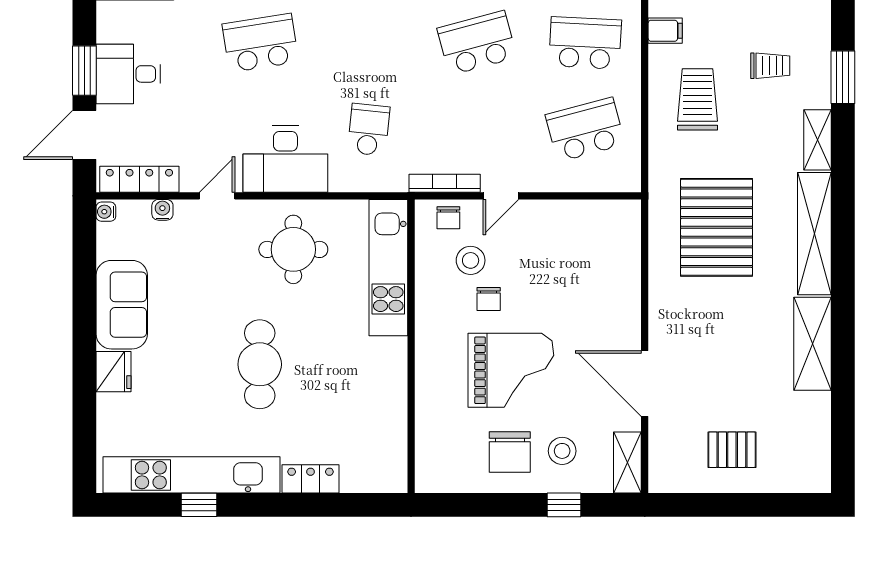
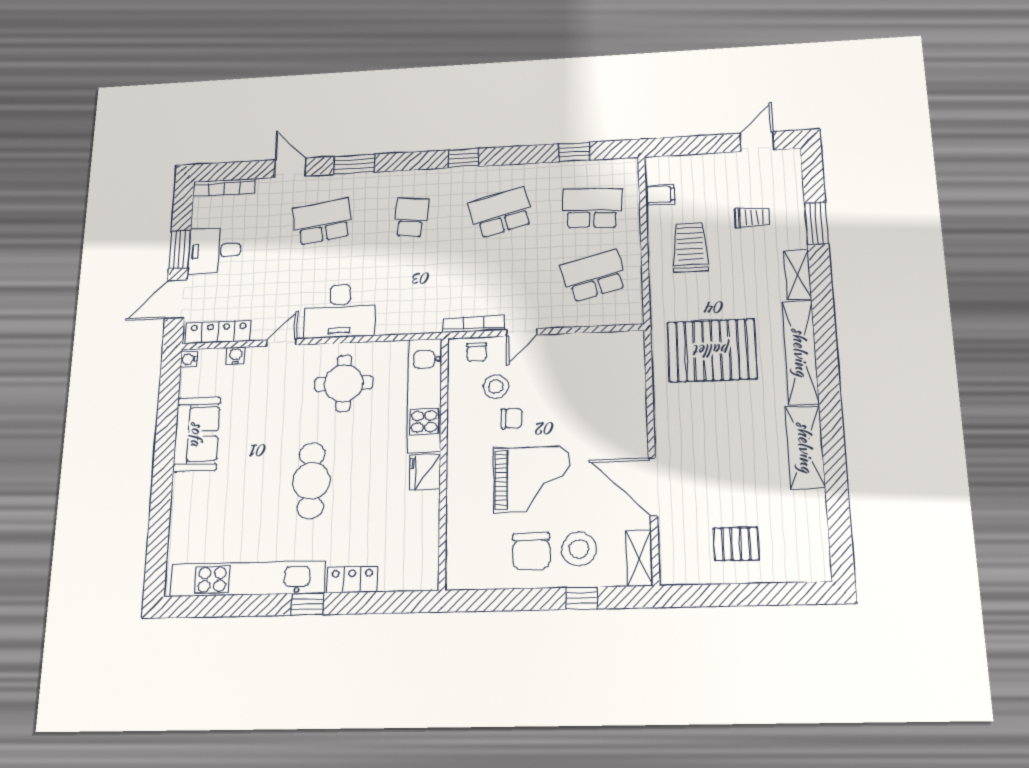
school desk: (369, 130) -> (411, 217), moved
pallet: (717, 227) -> (712, 350), turned 90
chair: (489, 299) -> (512, 418), turned -90
fridge: (114, 372) -> (425, 472), moved, turned 180
stool: (562, 451) -> (579, 549), width x1.38, depth x1.38
window: (199, 505) -> (307, 604), moved

